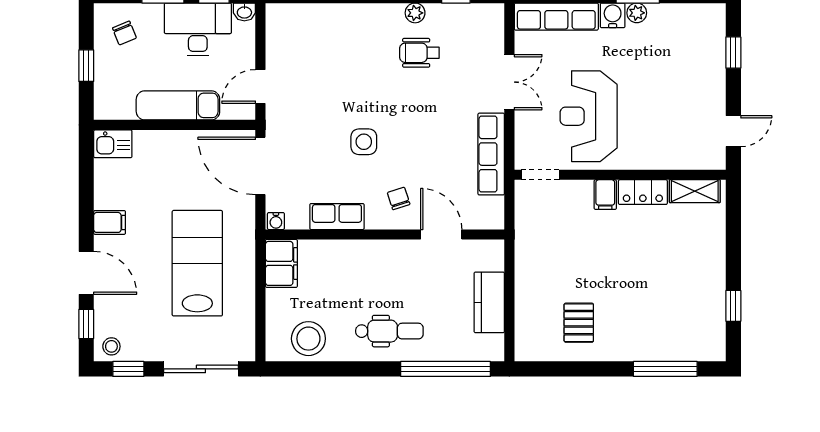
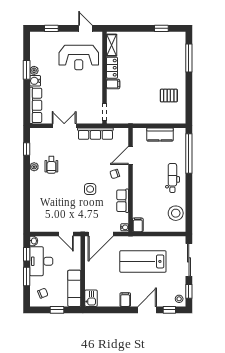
exam couch: (178, 105) -> (74, 288), moved
reception desk: (589, 116) -> (79, 58), moved
filing cabinet: (281, 263) -> (138, 225), width x0.50

